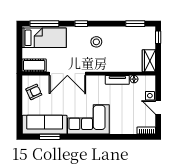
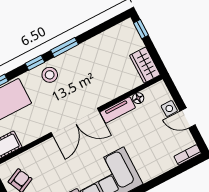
window: (135, 24) -> (65, 47), moved
stool: (96, 42) -> (50, 75), moved
double door: (67, 74) -> (75, 122), moved

